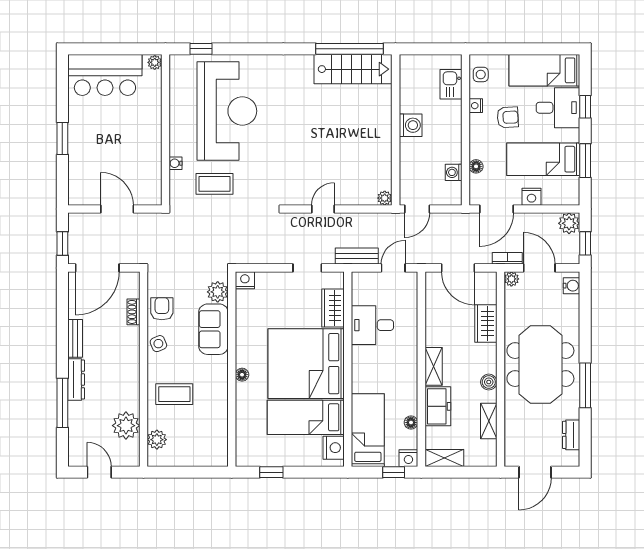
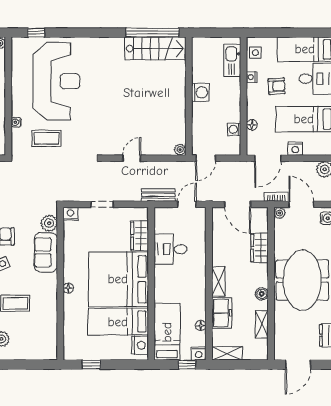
kitchen sink: (451, 84) -> (232, 60), width x1.38
doorway: (307, 268) -> (102, 204), moved

